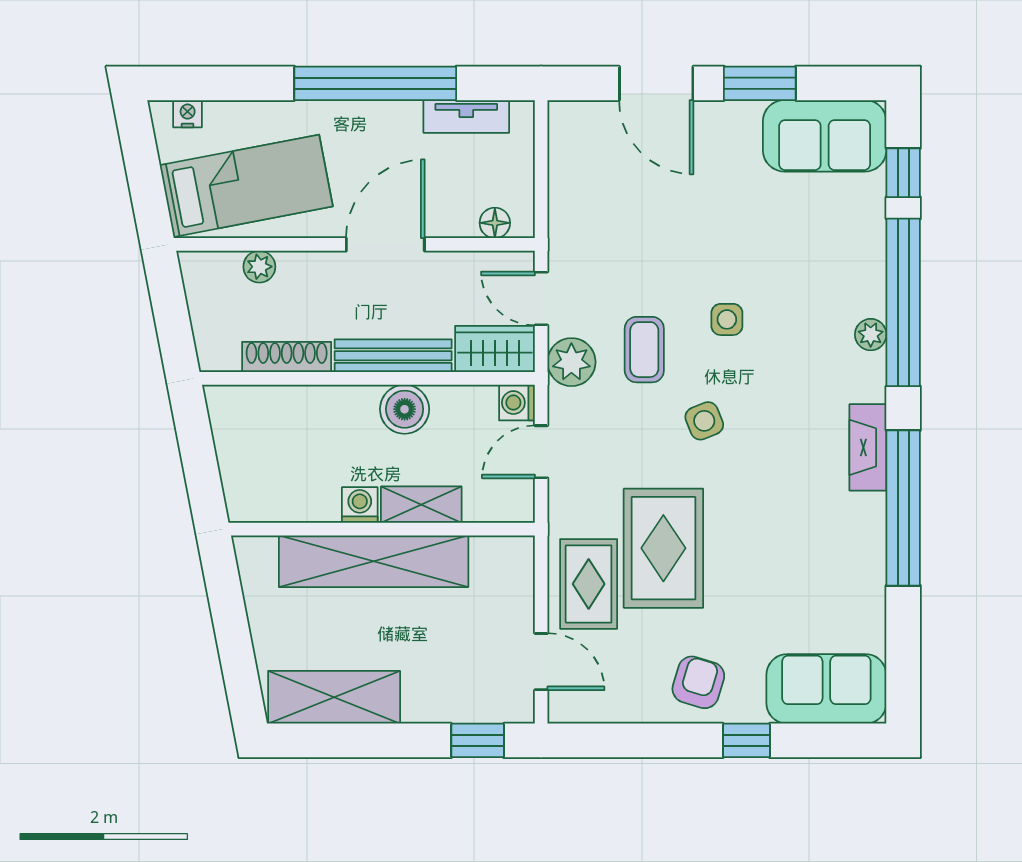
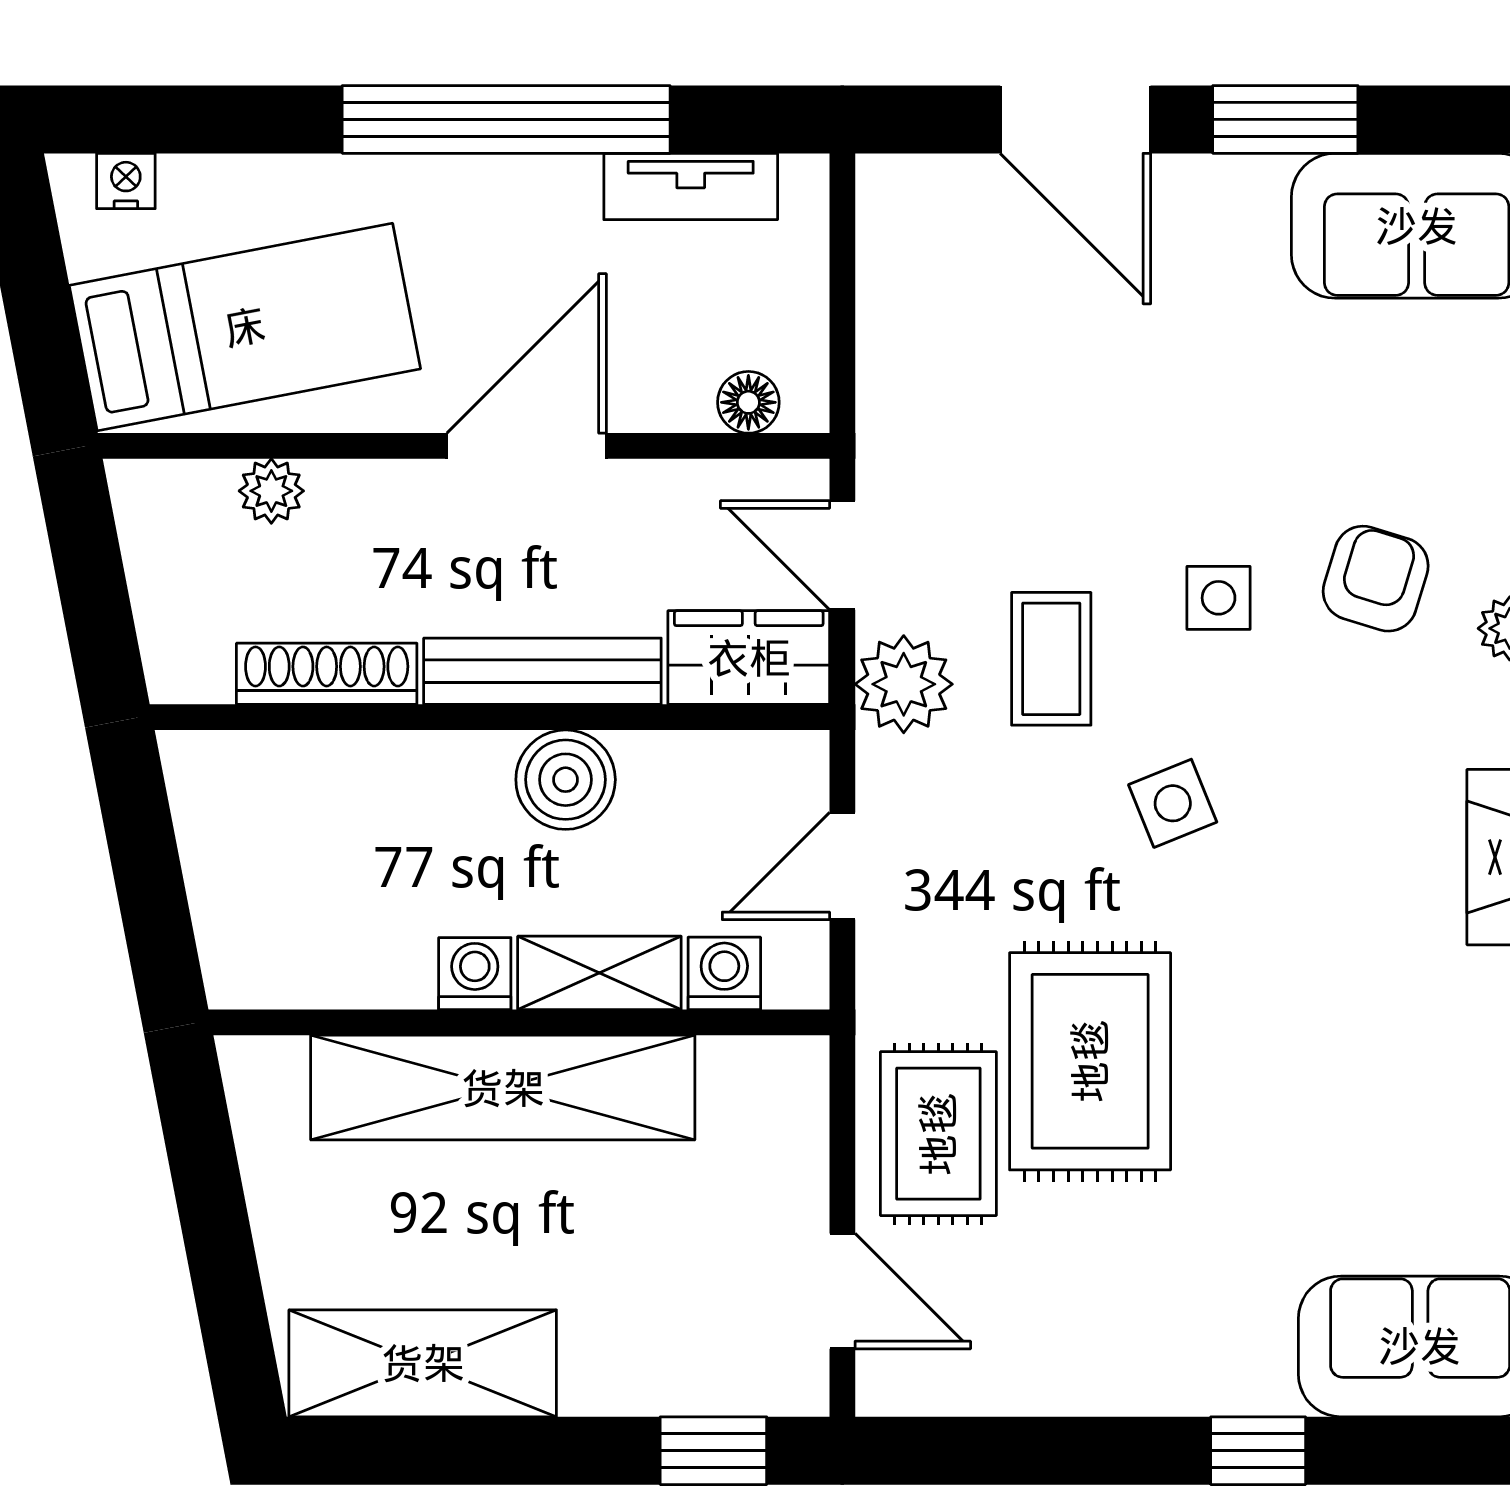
washing machine: (517, 403) -> (724, 973), moved, turned 90
armchair: (698, 682) -> (1376, 579), moved

